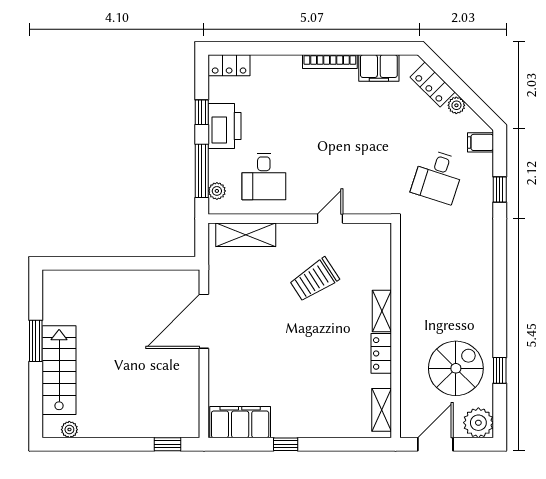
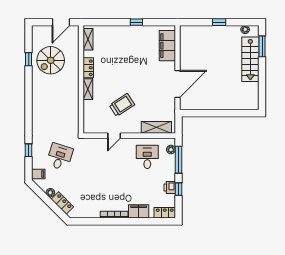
filing cabinet: (379, 68) -> (139, 211), moved
printer: (224, 126) -> (170, 188), width x0.53, depth x0.68
window: (36, 341) -> (262, 46), moved
filing cabinet: (240, 422) -> (167, 46), moved, turned 90
plant: (478, 423) -> (39, 33), removed
window: (167, 444) -> (219, 22), moved

